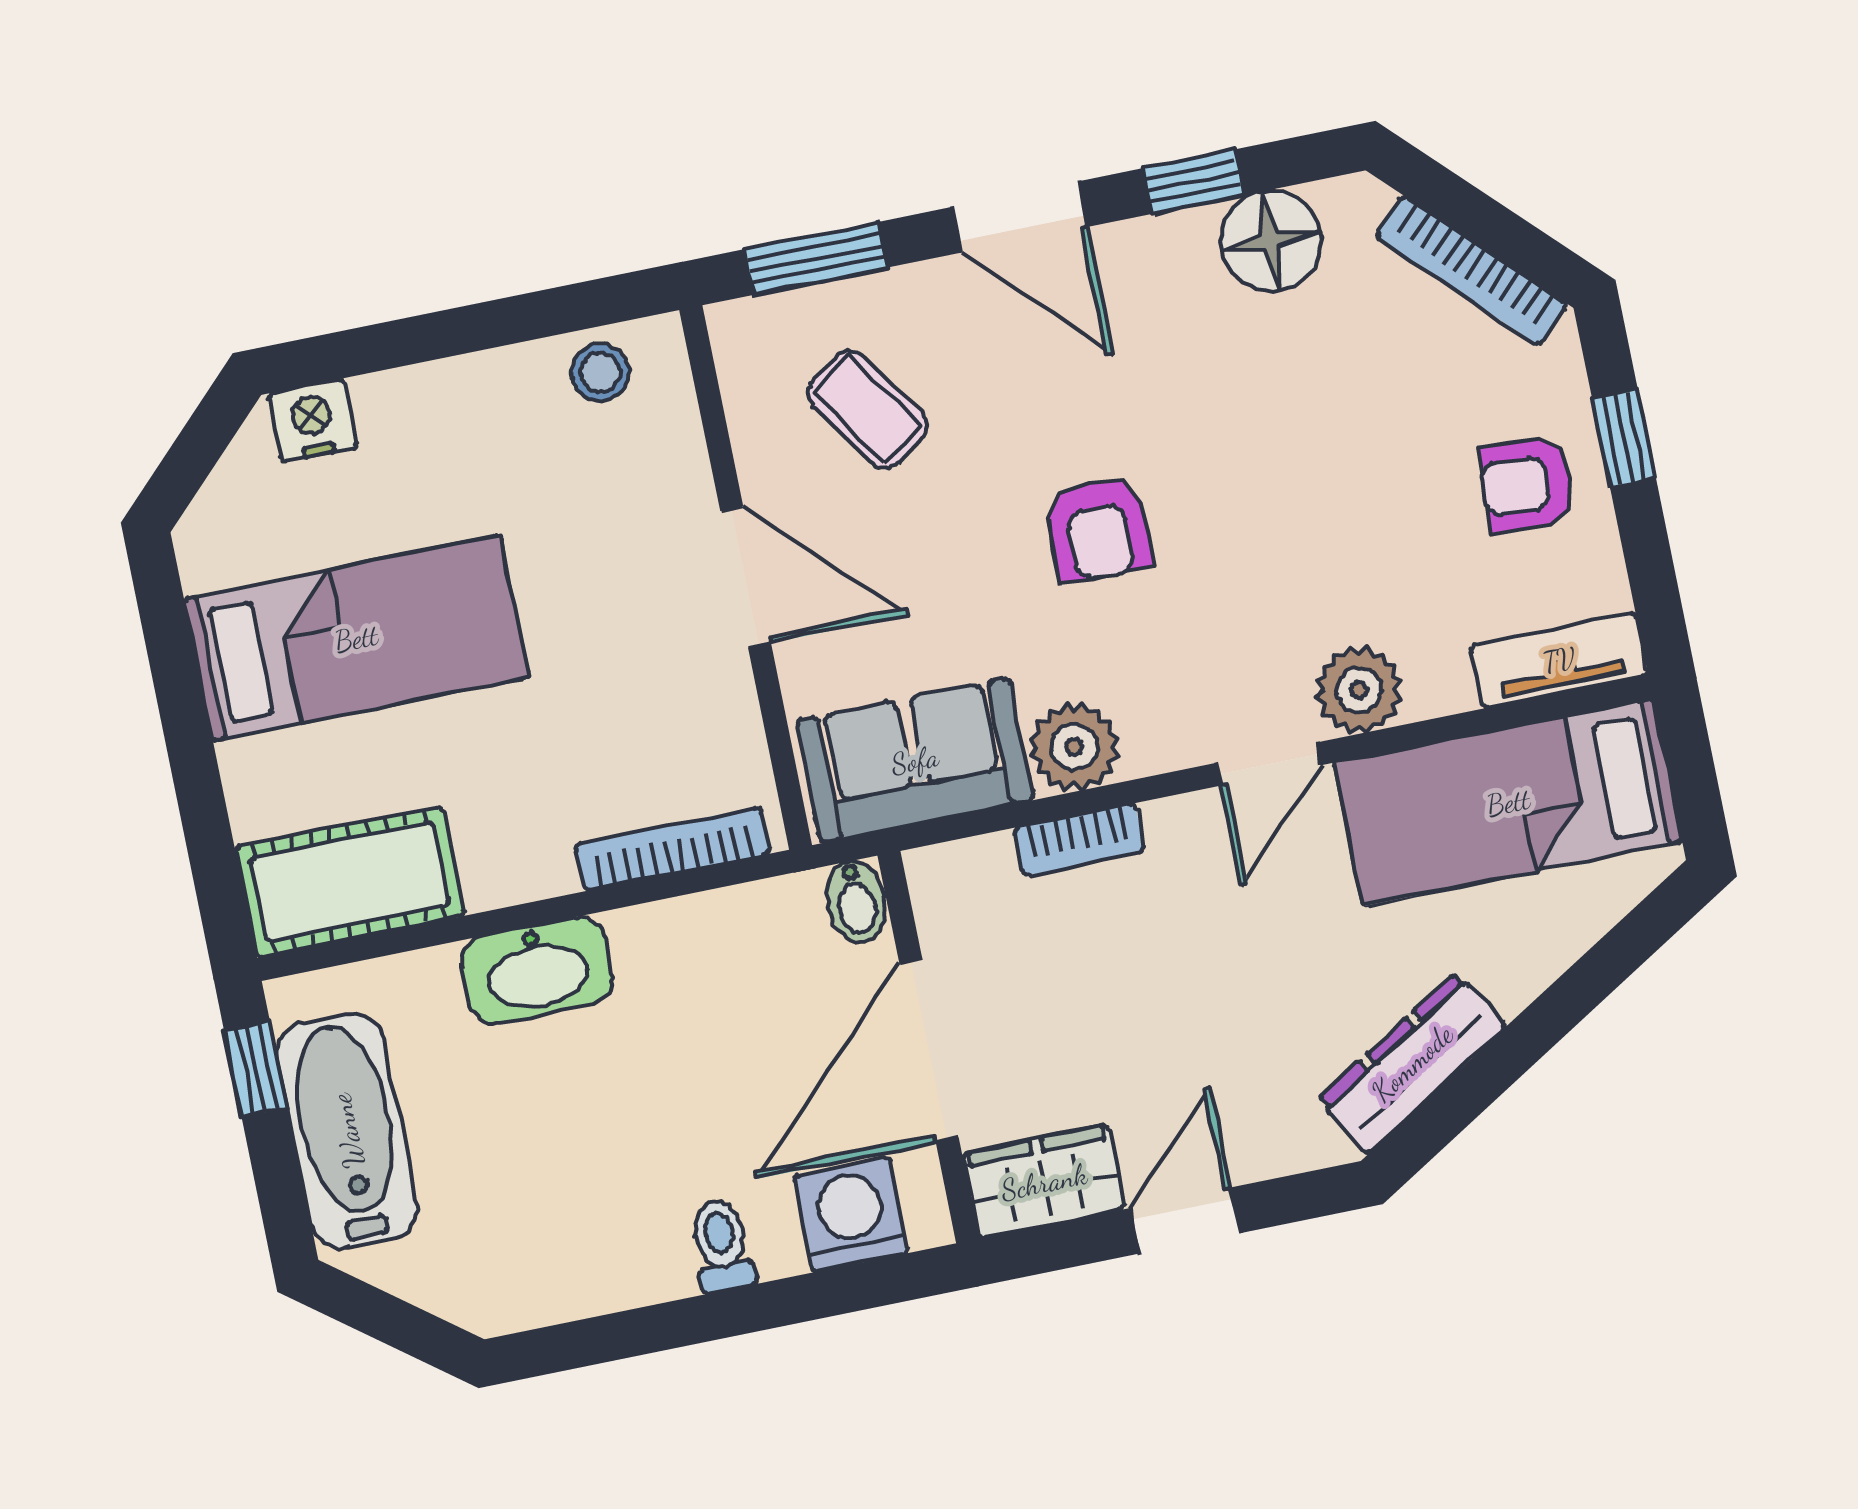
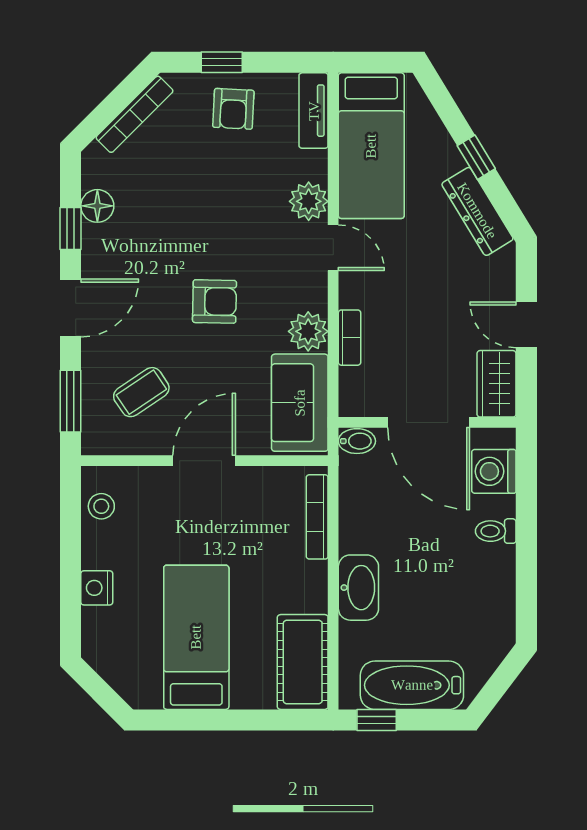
floor lamp: (1271, 241) -> (97, 206), width x0.73, depth x0.73
nightstand: (313, 421) -> (97, 588), moved
window: (1530, 1036) -> (476, 157), added

